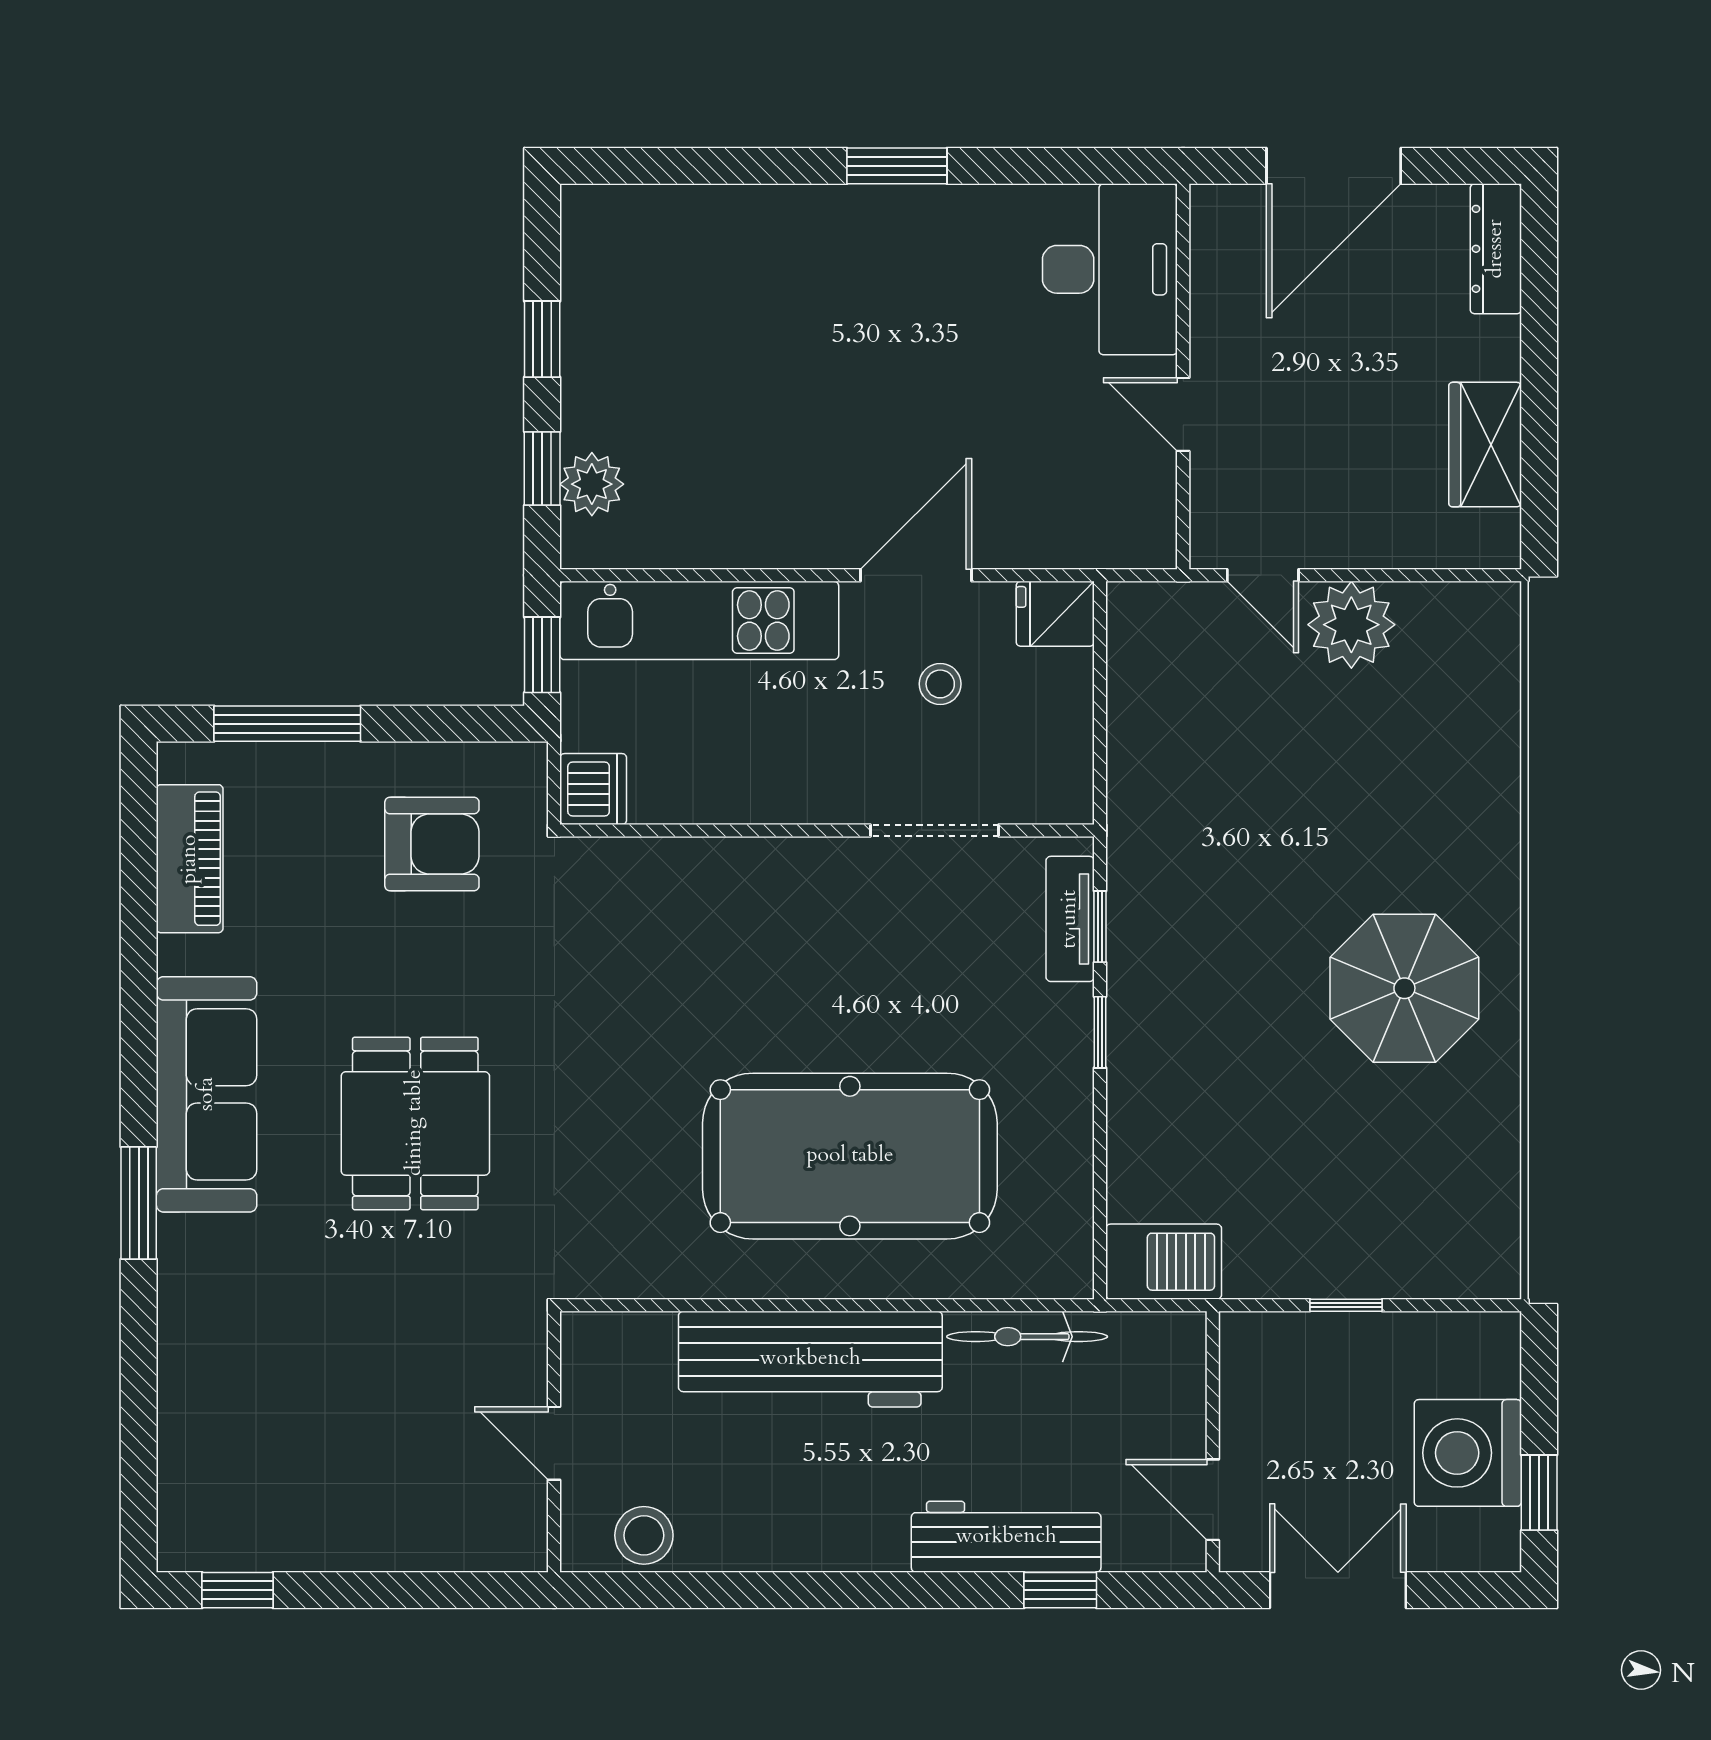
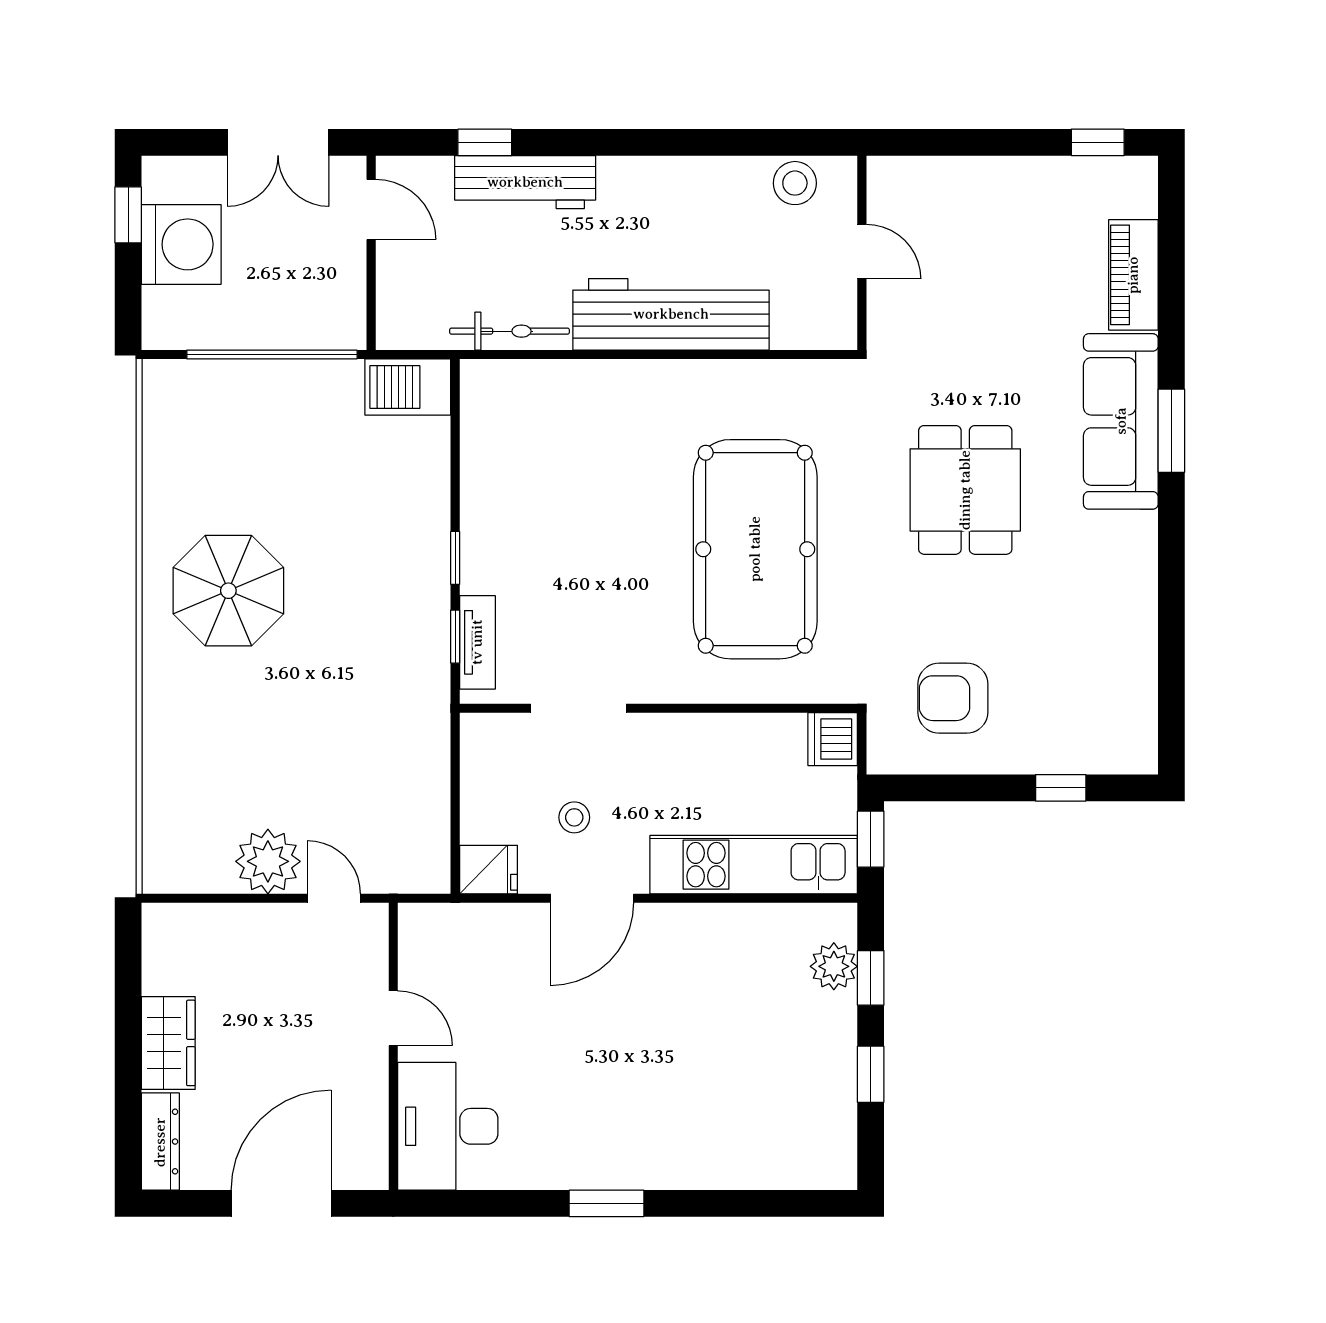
wardrobe: (1485, 445) -> (168, 1043), moved
window: (287, 724) -> (1061, 788), width x0.46
piano: (190, 859) -> (1133, 275), moved
sofa: (207, 1094) -> (1121, 421), moved
pool table: (850, 1156) -> (755, 549), moved, turned 90
window: (1346, 1305) -> (272, 355), width x3.17

